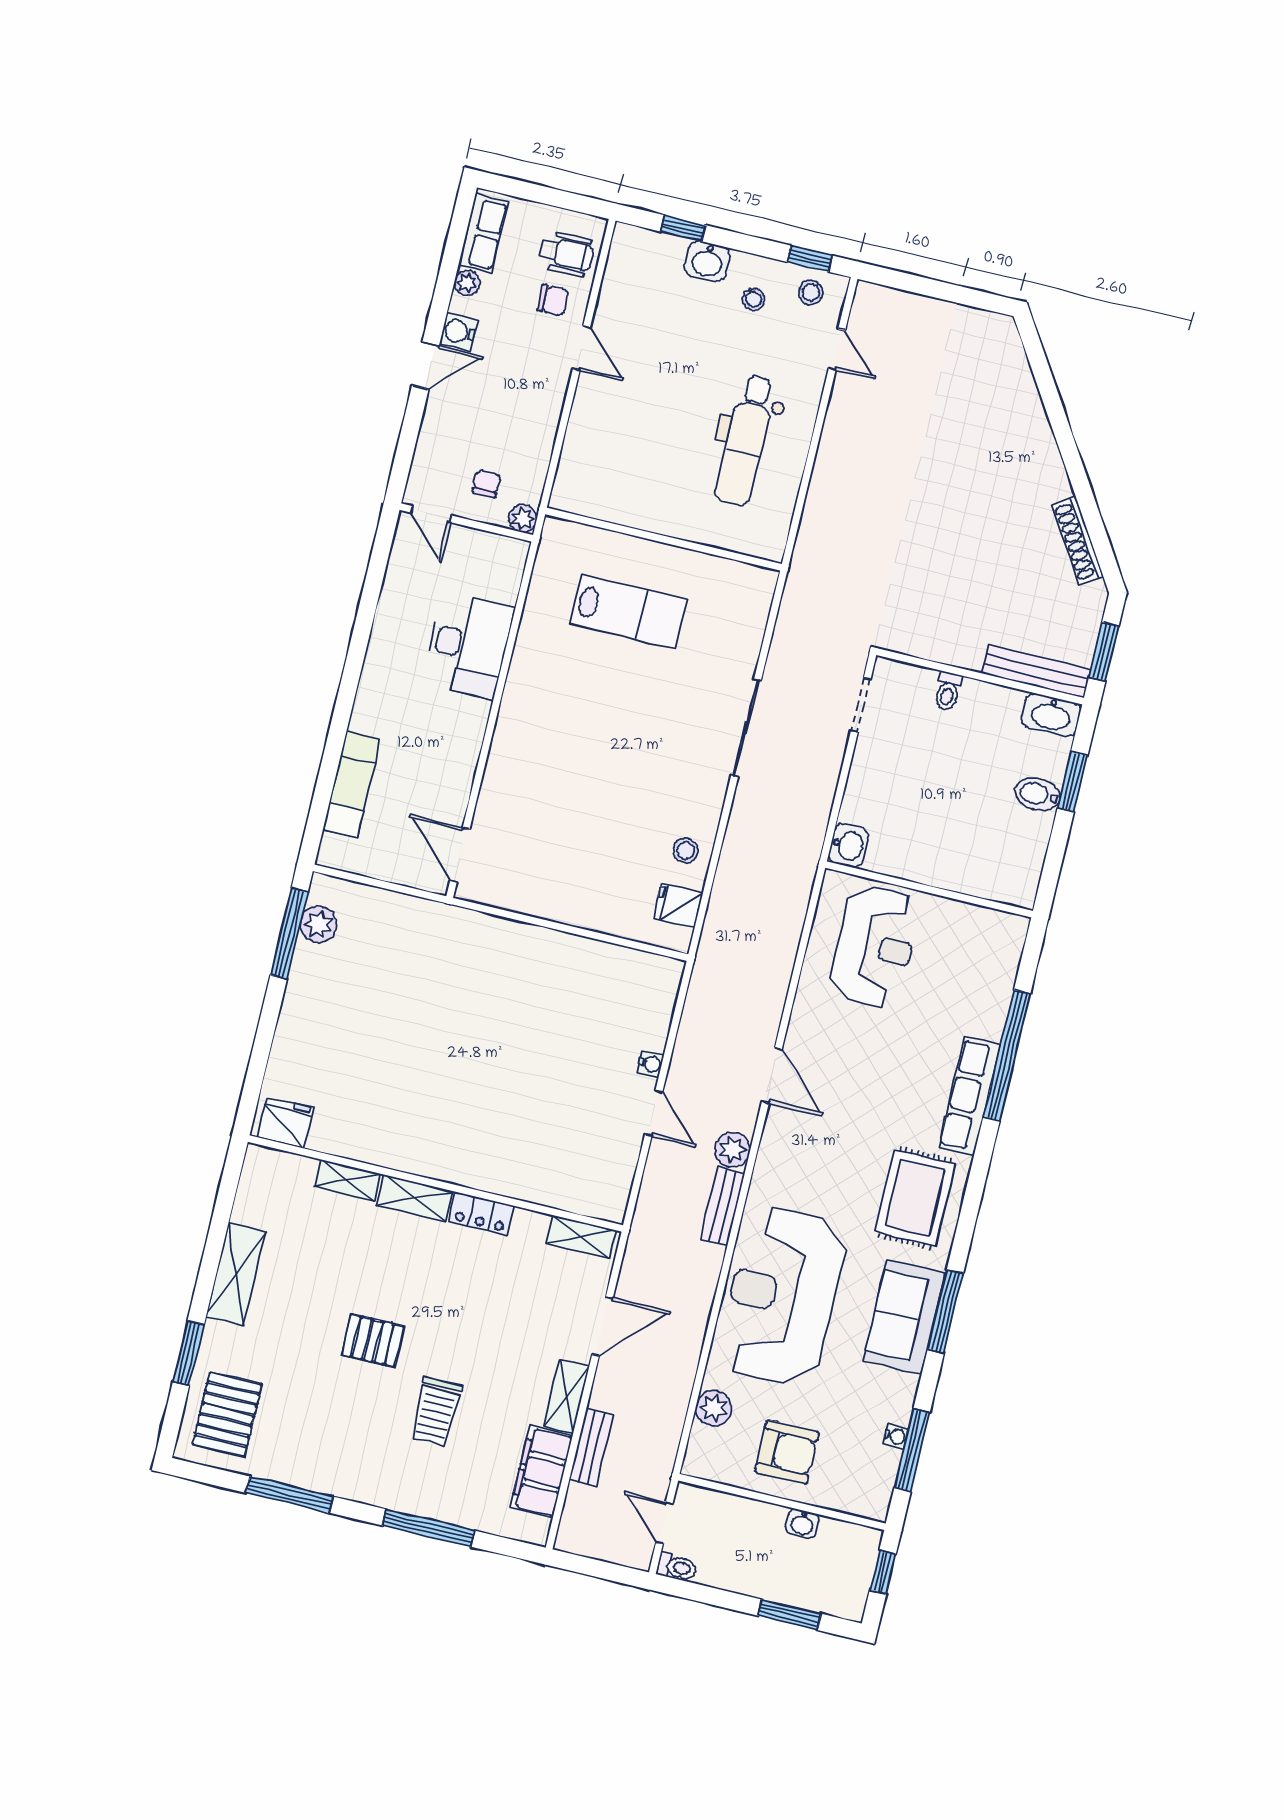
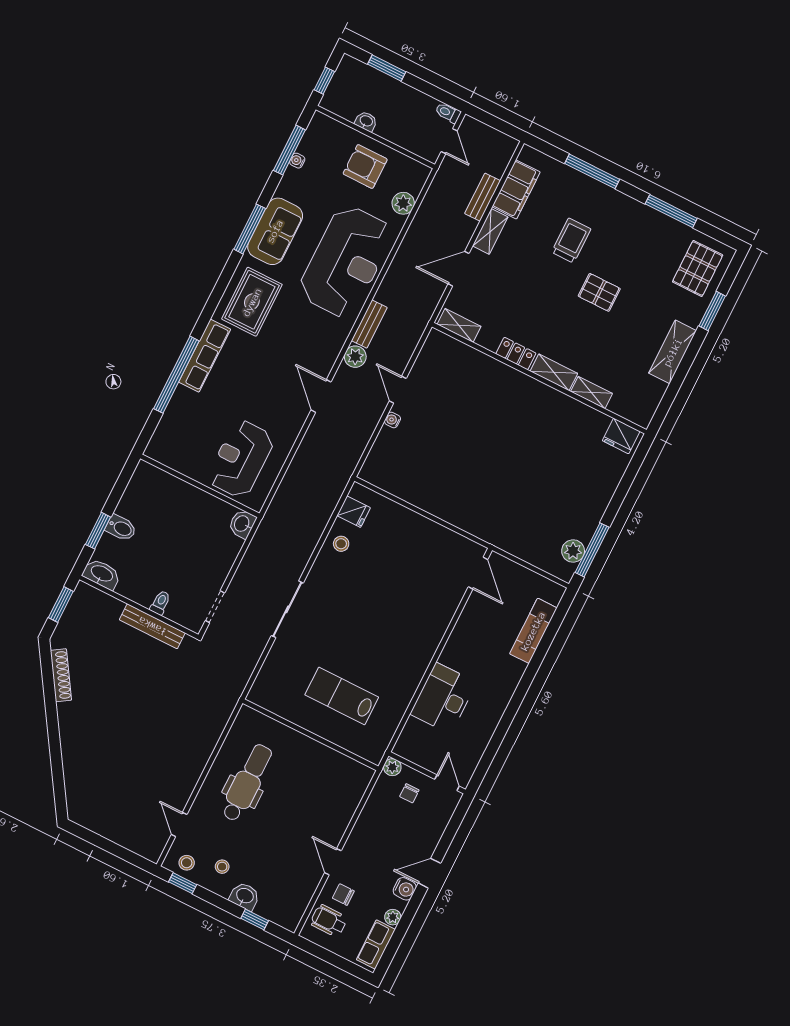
bench: (1037, 672) -> (152, 626), moved

